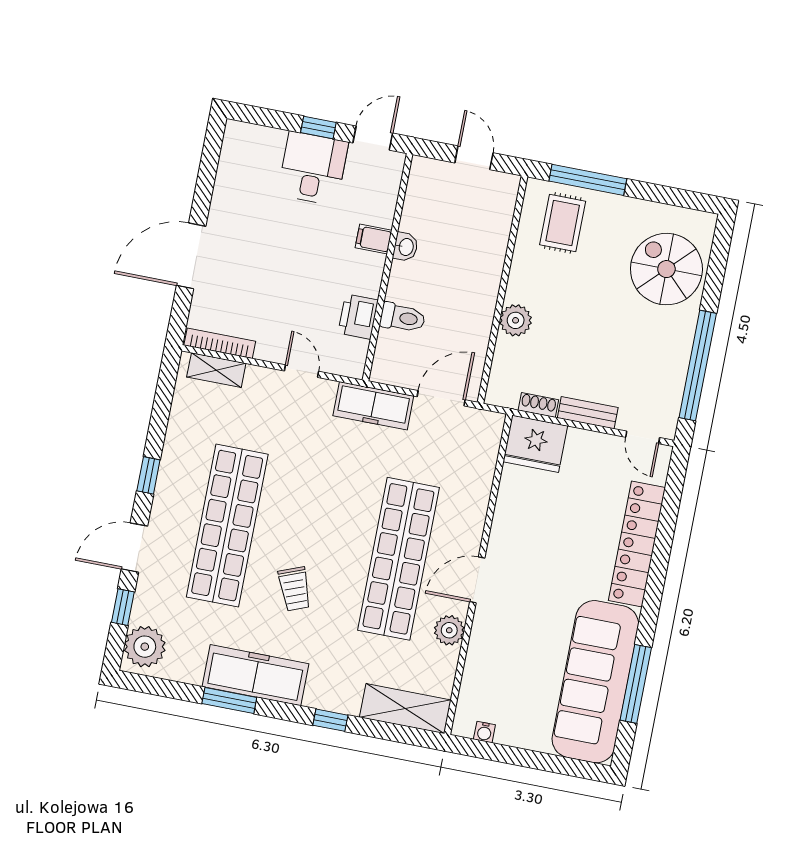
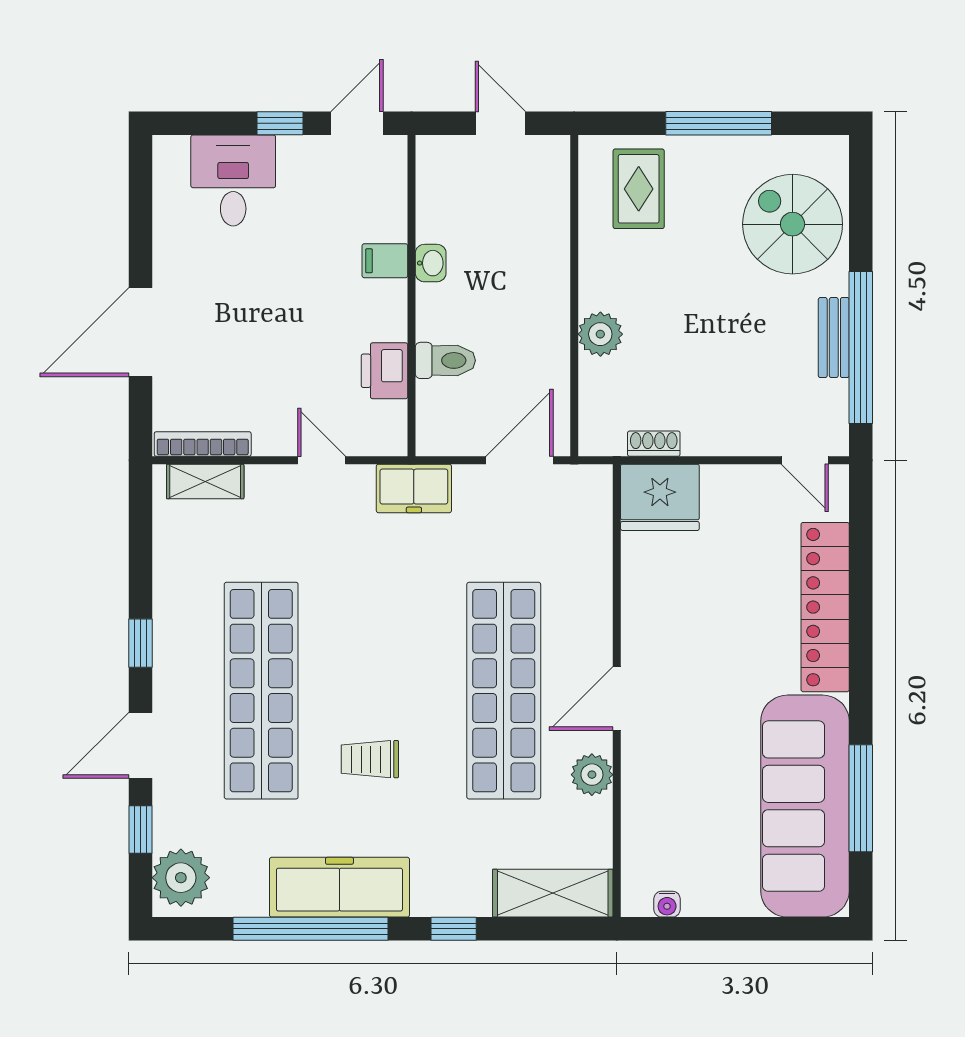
desk: (313, 168) -> (233, 180), moved
window: (588, 180) -> (719, 123), moved
freezer: (373, 406) -> (414, 488), width x0.71
bench: (588, 413) -> (834, 338), moved, turned 90
trolley: (295, 589) -> (370, 759), turned 111
window: (229, 701) -> (310, 929), width x2.11

